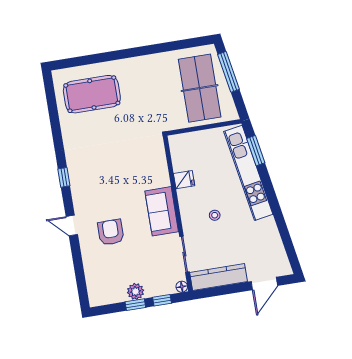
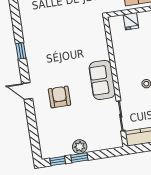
fridge: (184, 180) -> (131, 21), moved, turned 90
floor lamp: (182, 287) -> (118, 143), removed
window: (162, 300) -> (58, 161), moved

